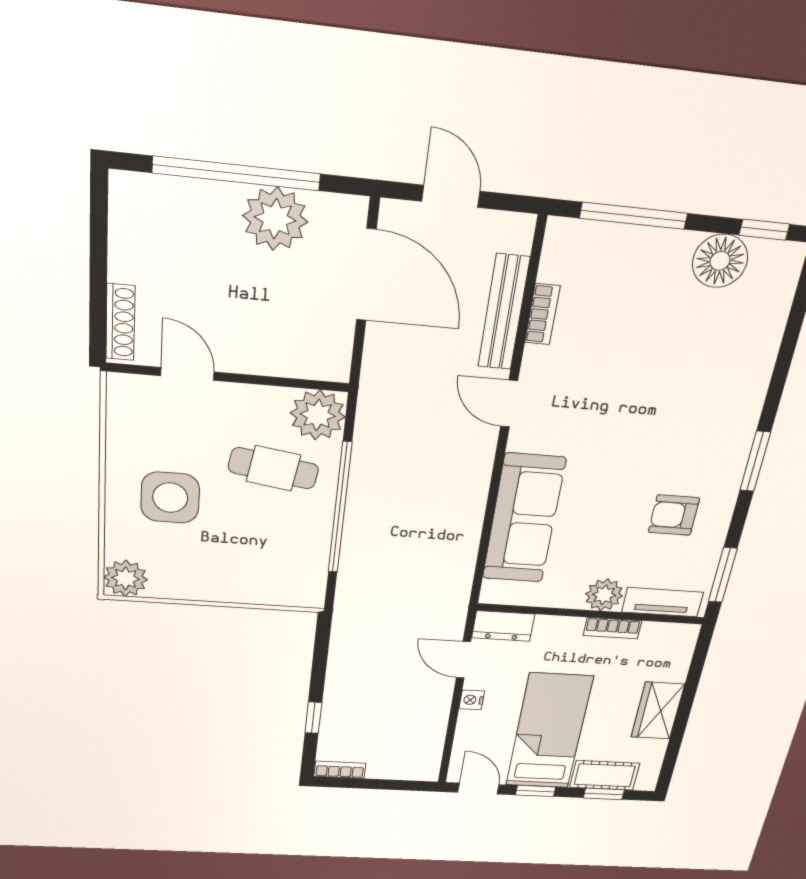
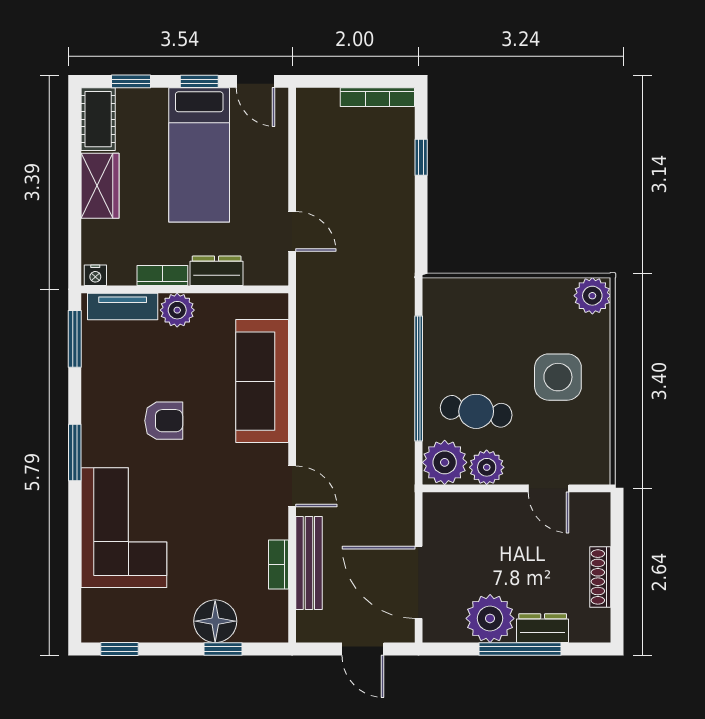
window: (237, 173) -> (520, 649), width x0.68
dresser: (204, 199) -> (543, 628), added
window: (634, 216) -> (223, 649), width x0.46
floor lamp: (720, 261) -> (215, 621), moved
shoe rack: (120, 322) -> (600, 577), moved
corner sofa: (721, 375) -> (124, 528), added
plant: (265, 405) -> (487, 467), added
armchair: (674, 515) -> (164, 421), moved
dresser: (503, 626) -> (217, 271), moved
nightstand: (472, 700) -> (95, 275), moved, turned 90
bookcase: (340, 770) -> (377, 97), width x1.56
cot: (605, 775) -> (98, 119), moved, turned 90

